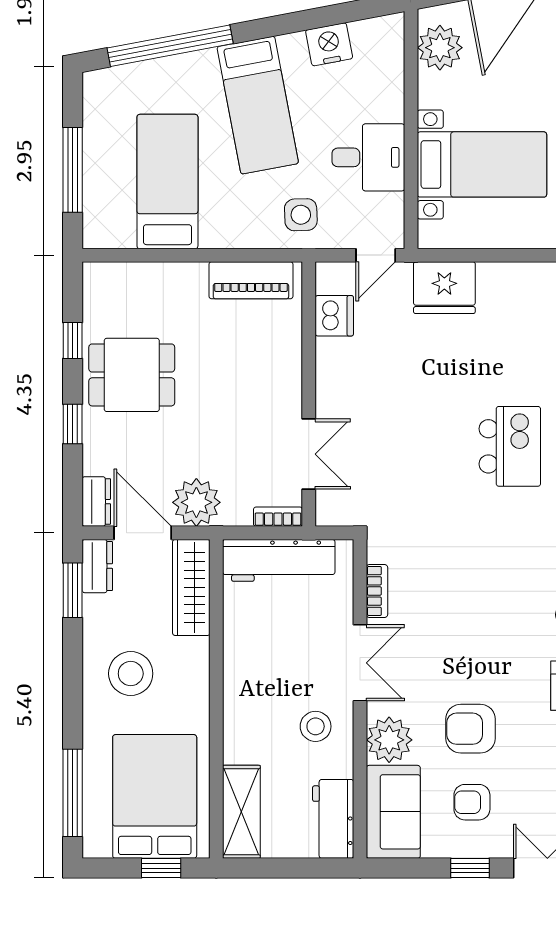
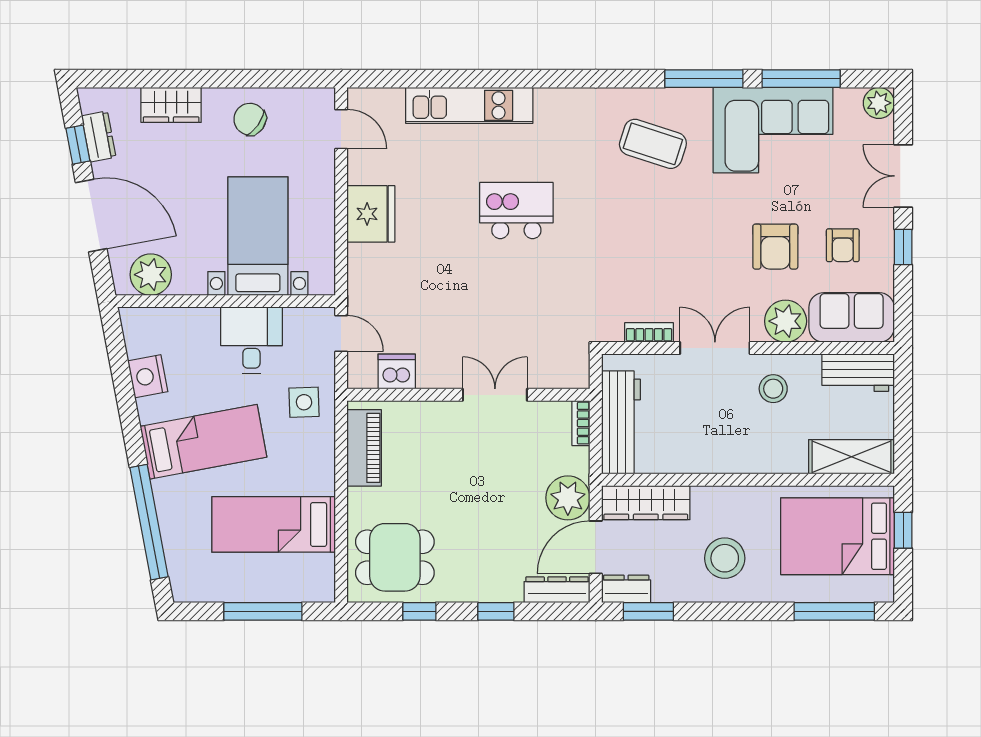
fridge: (444, 288) -> (371, 214), moved
dining table: (132, 375) -> (395, 557), moved, turned 90
double door: (309, 454) -> (495, 395), moved
dresser: (96, 502) -> (557, 590), width x1.44

